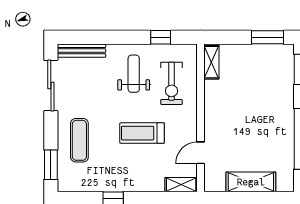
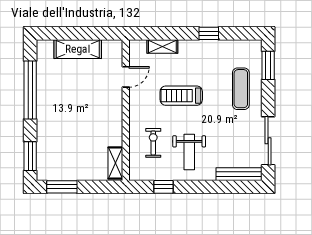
exercise bike: (172, 83) -> (153, 143), width x0.73, depth x0.72
treadmill: (142, 133) -> (181, 96), turned 180
shelving: (181, 185) -> (162, 47), moved

